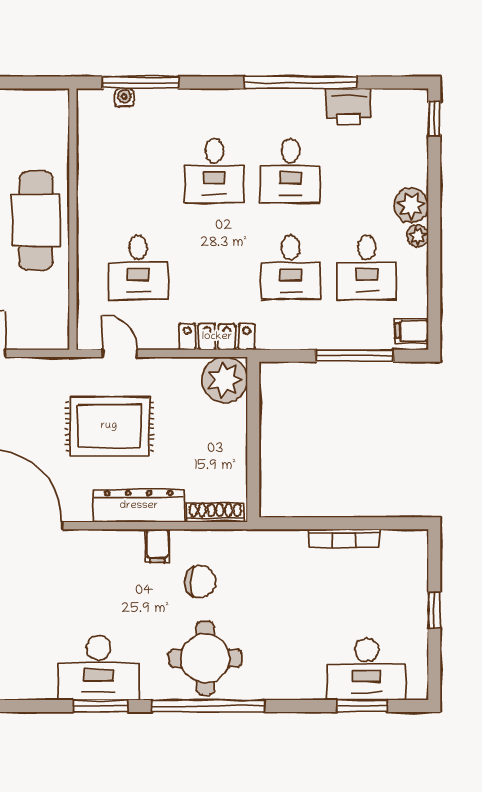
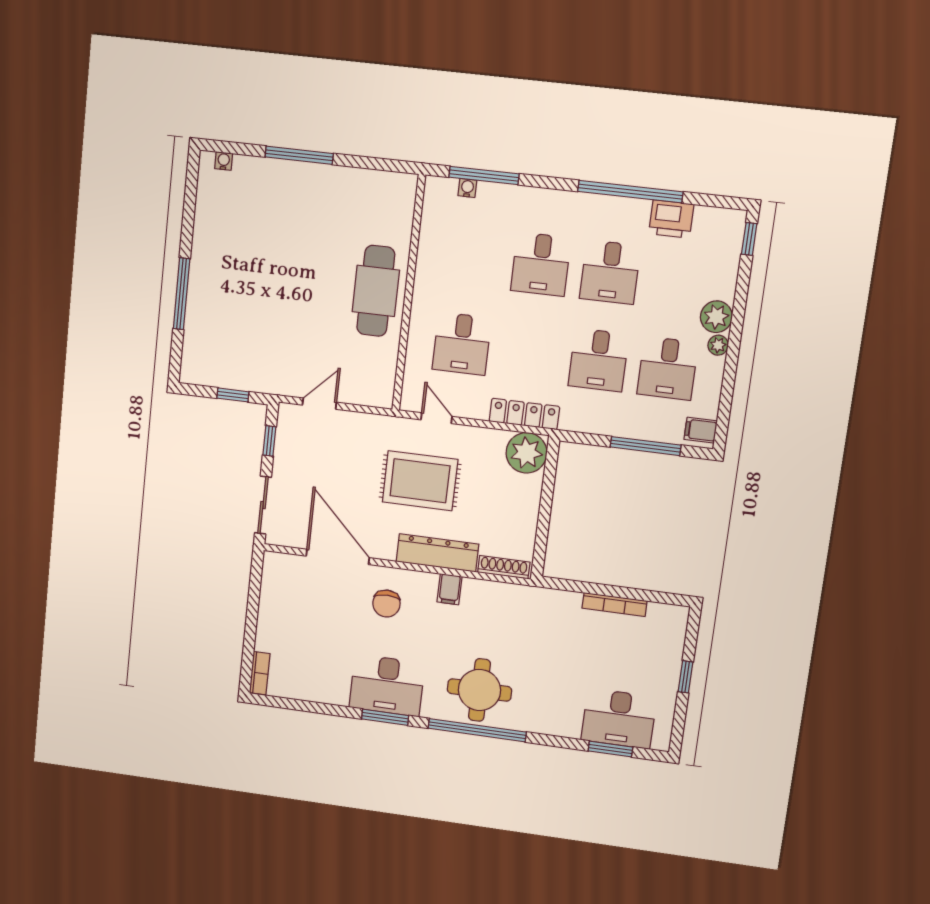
chair: (200, 581) -> (386, 604), moved, turned 90

